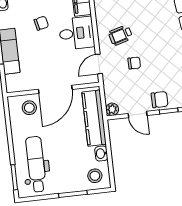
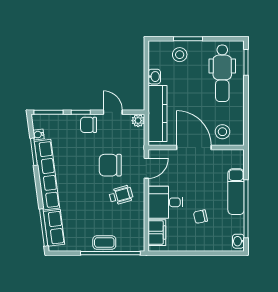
chair: (134, 63) -> (110, 165), width x1.87, depth x1.87
door: (55, 89) -> (194, 147), hinge flipped
stool: (95, 176) -> (180, 55), moved

